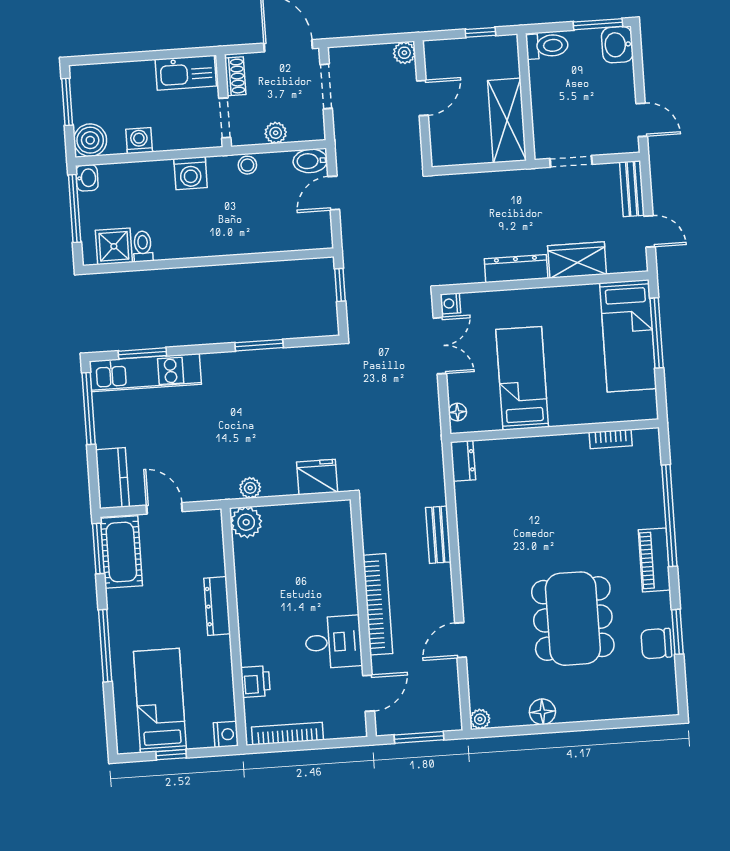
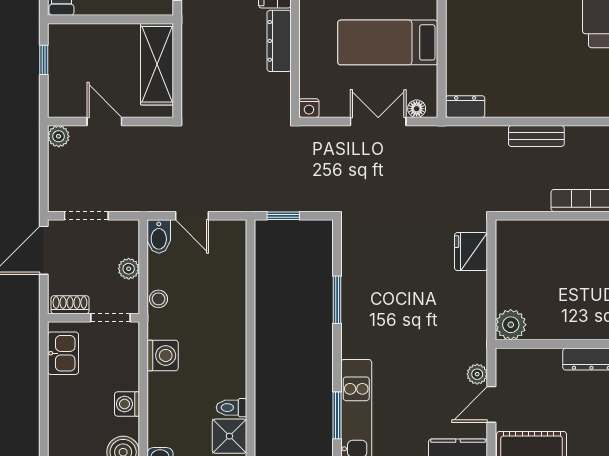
kitchen sink: (186, 73) -> (63, 353), width x0.73
shelving: (507, 120) -> (157, 64), moved, turned 90
double door: (440, 346) -> (378, 121), moved
plant: (250, 488) -> (477, 374), moved

